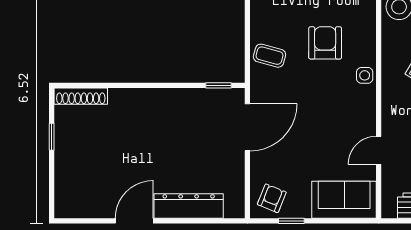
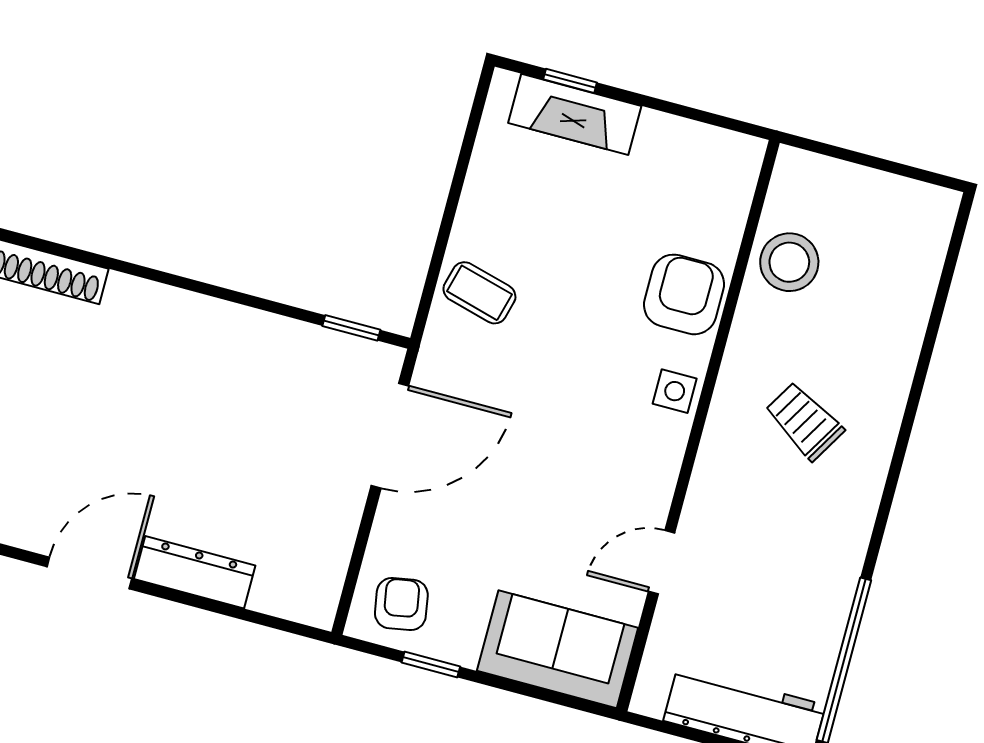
armchair: (325, 43) -> (684, 294), moved
armchair: (272, 198) -> (401, 604), turned -32
dresser: (189, 206) -> (195, 572), width x0.73, depth x0.80

